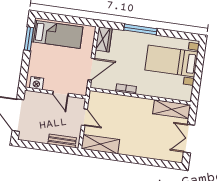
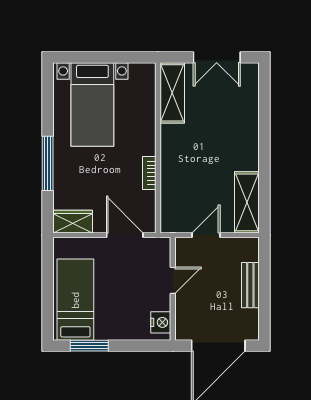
bench: (62, 141) -> (250, 285), moved

